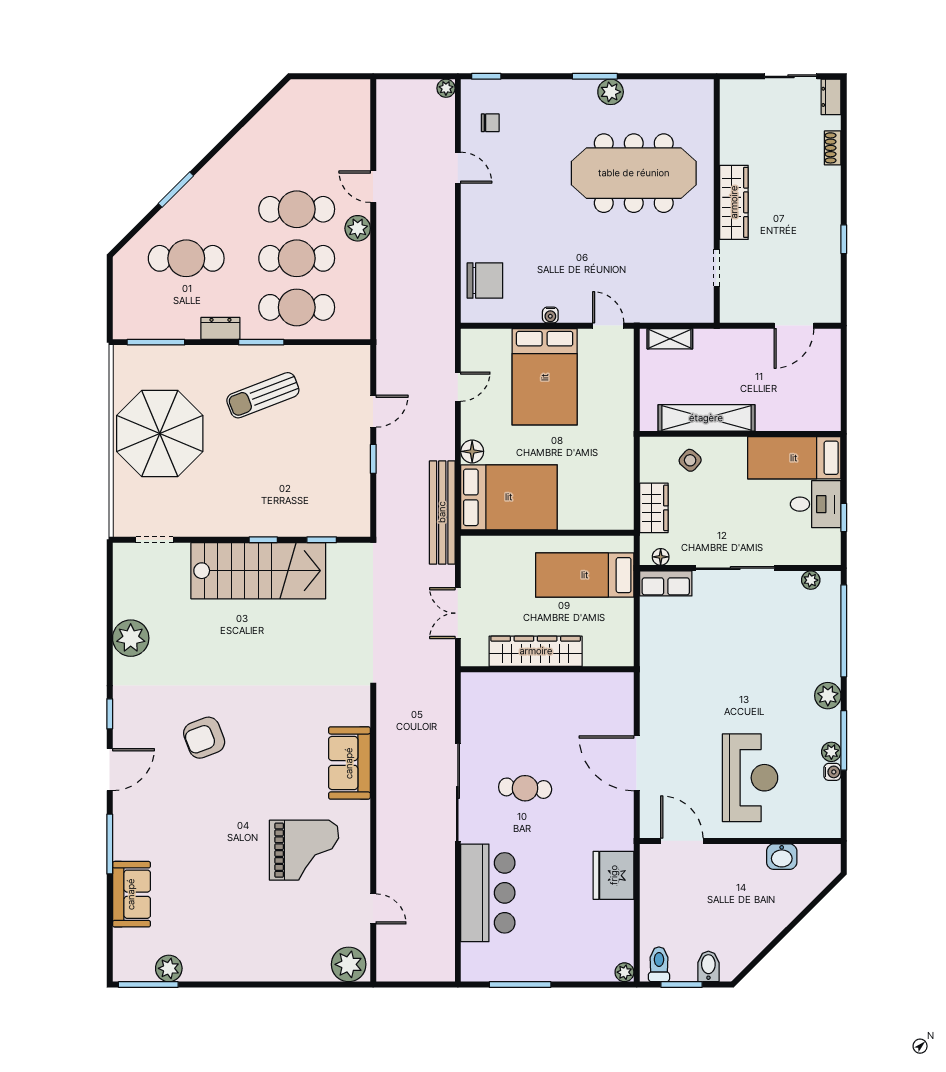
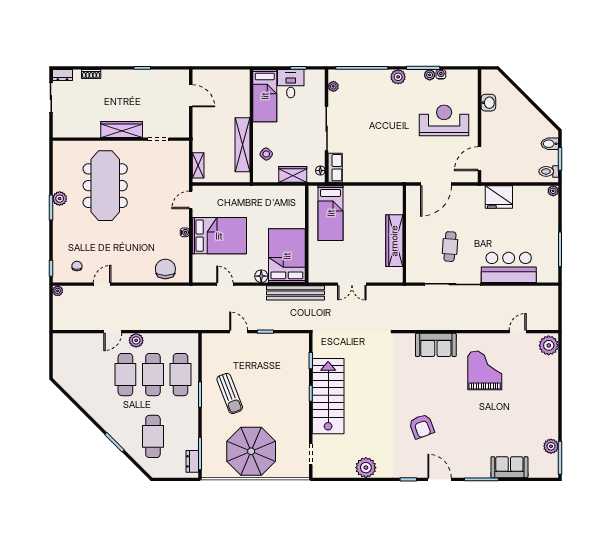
dresser: (220, 328) -> (192, 461), moved
wardrobe: (536, 651) -> (394, 241), moved
wall: (547, 669) -> (404, 234), moved

